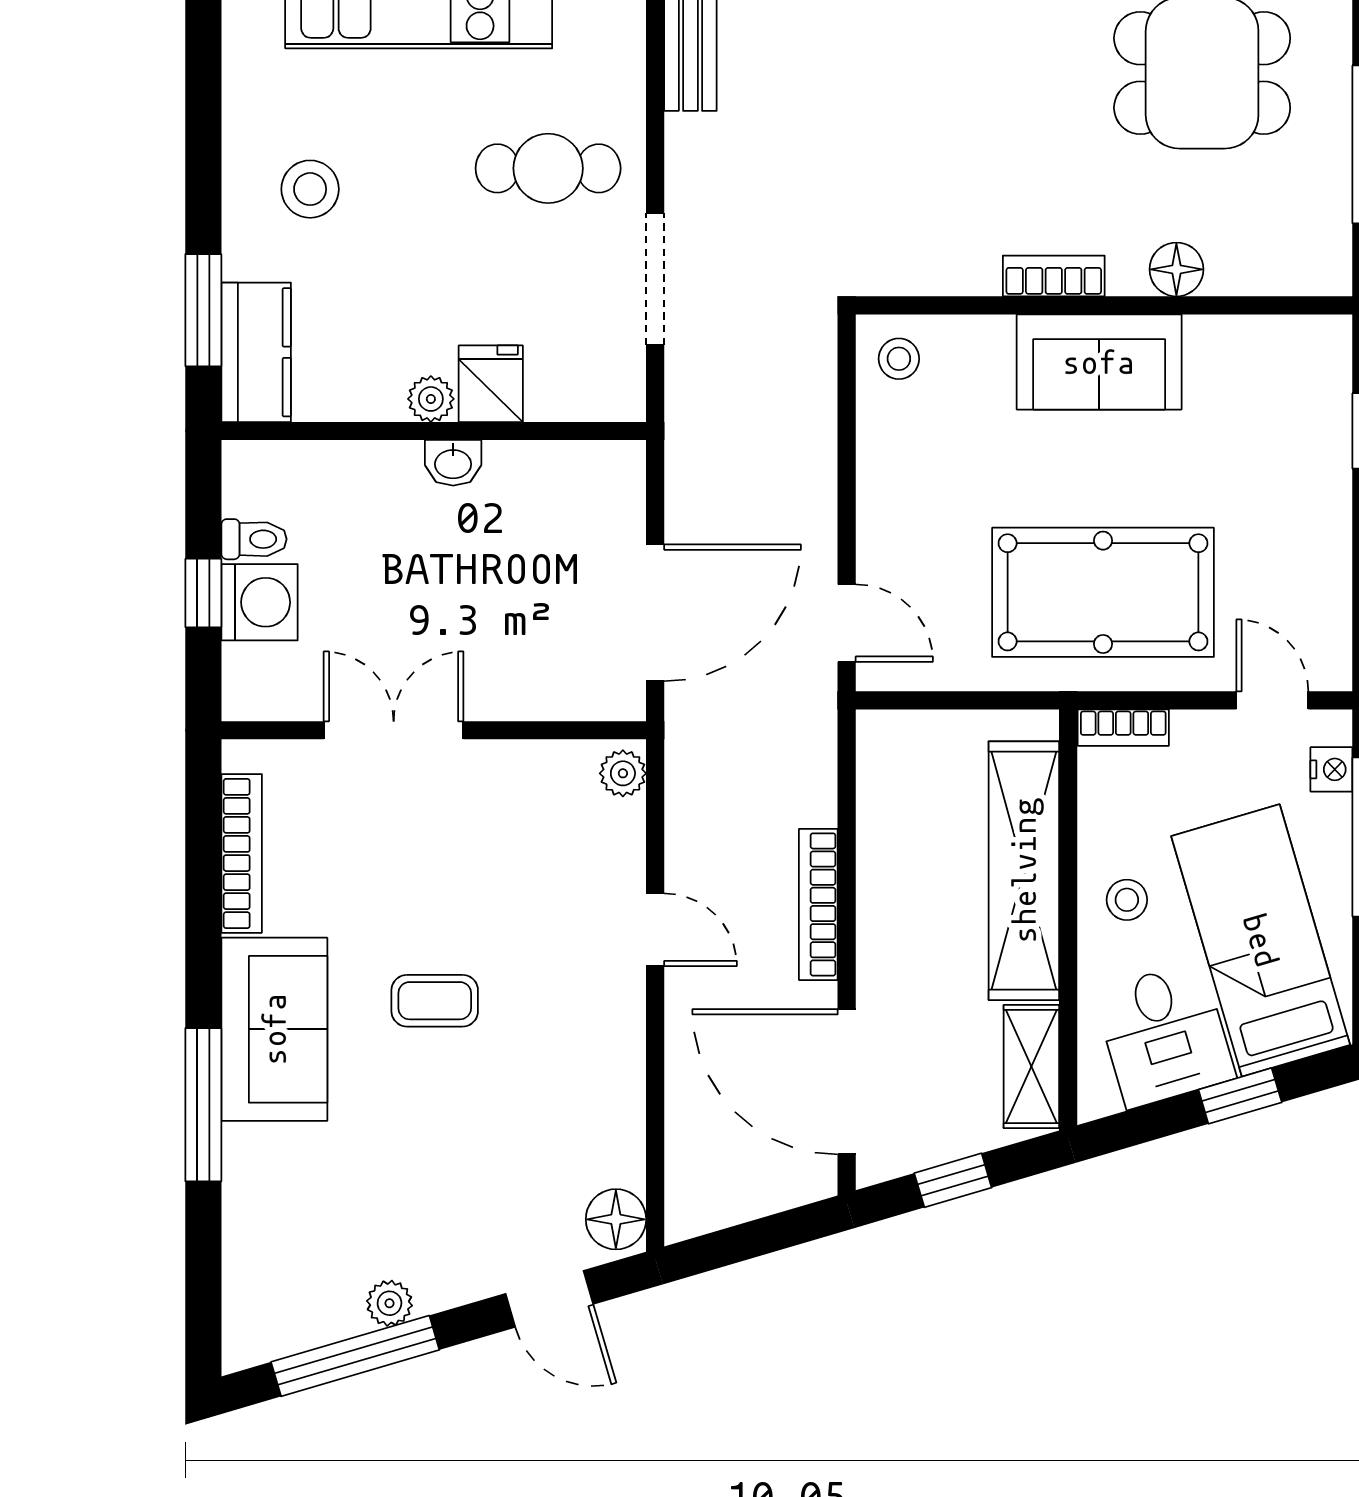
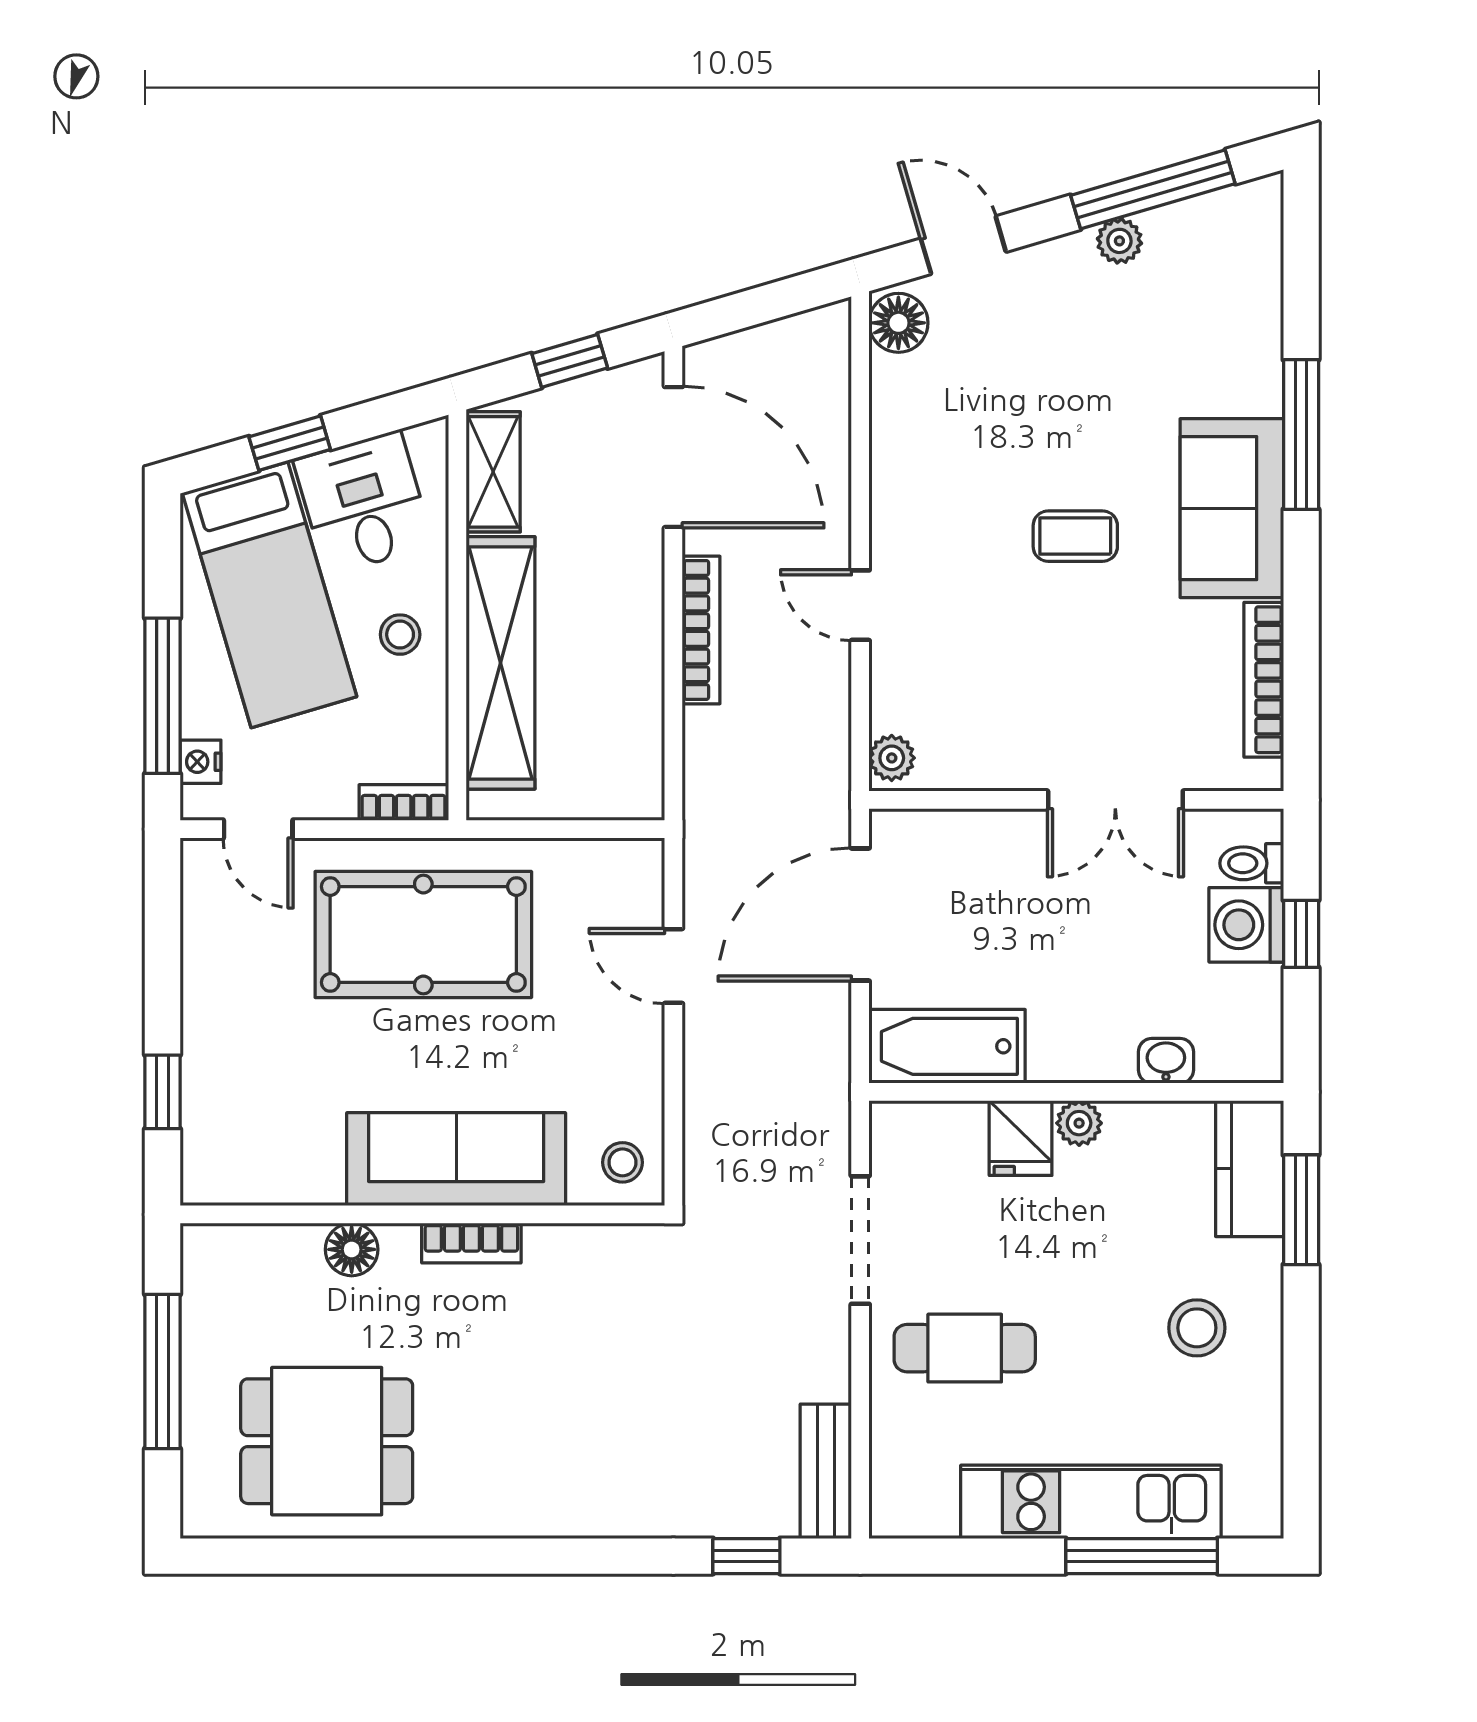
sofa: (1099, 362) -> (456, 1159), width x1.36
washbasin: (453, 463) -> (1166, 1061), moved
bathtub: (566, 478) -> (947, 1046), added
toilet: (254, 539) -> (1252, 863), moved
door: (847, 623) -> (673, 966), moved

